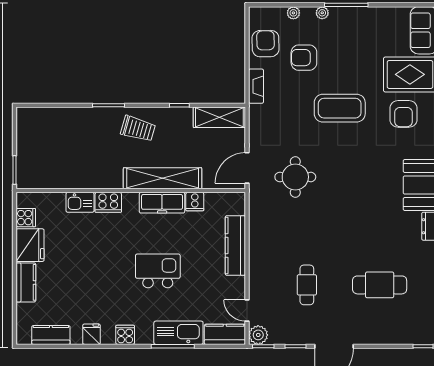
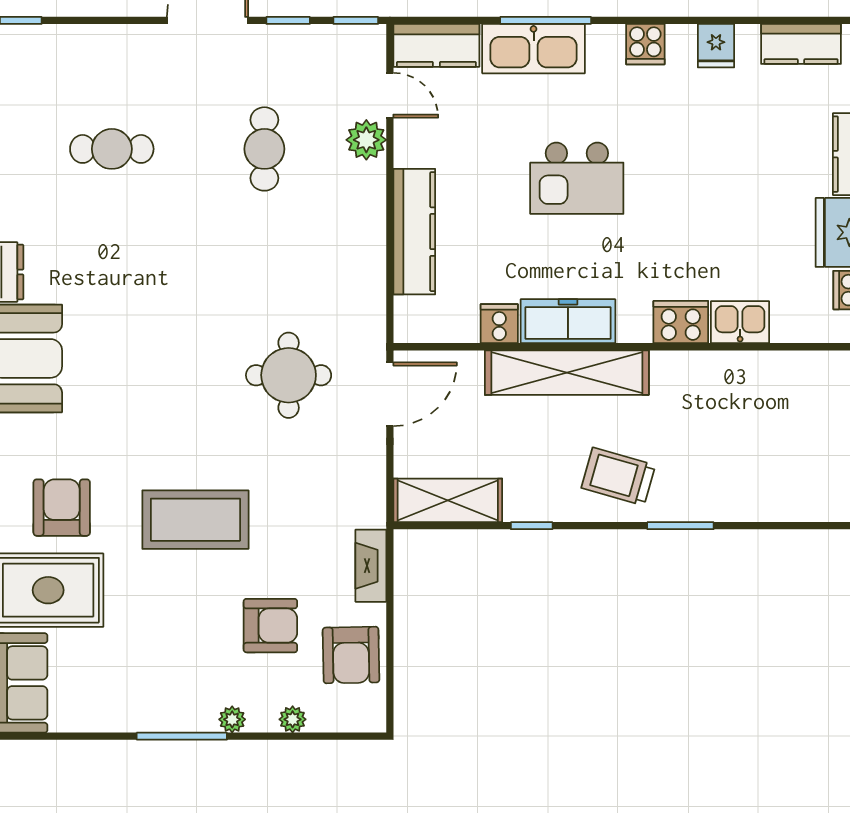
cafe table: (380, 285) -> (112, 149), width x0.73, depth x0.74
plant: (258, 335) -> (366, 140), moved

